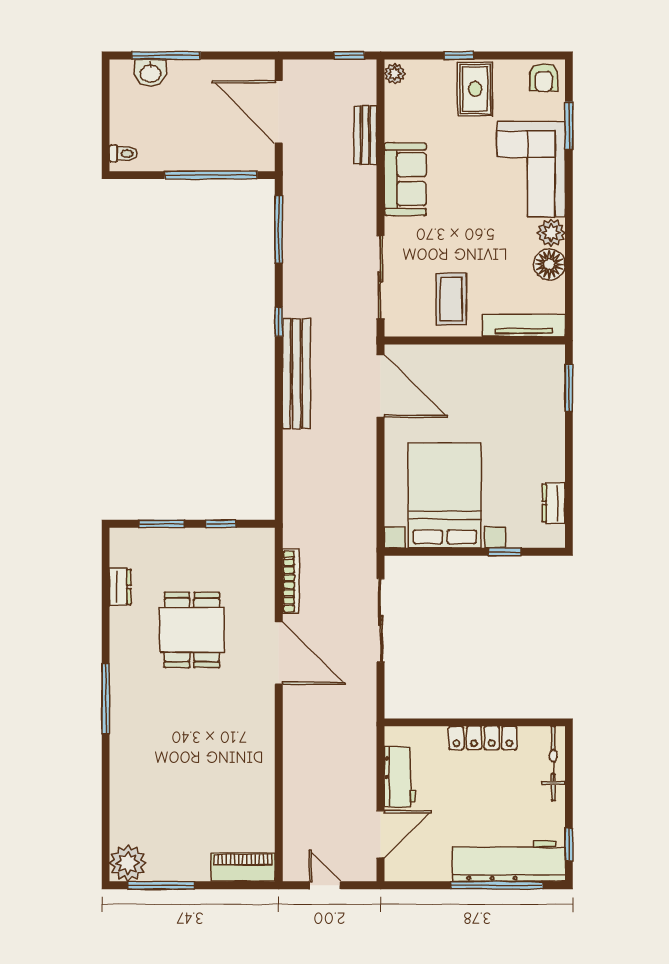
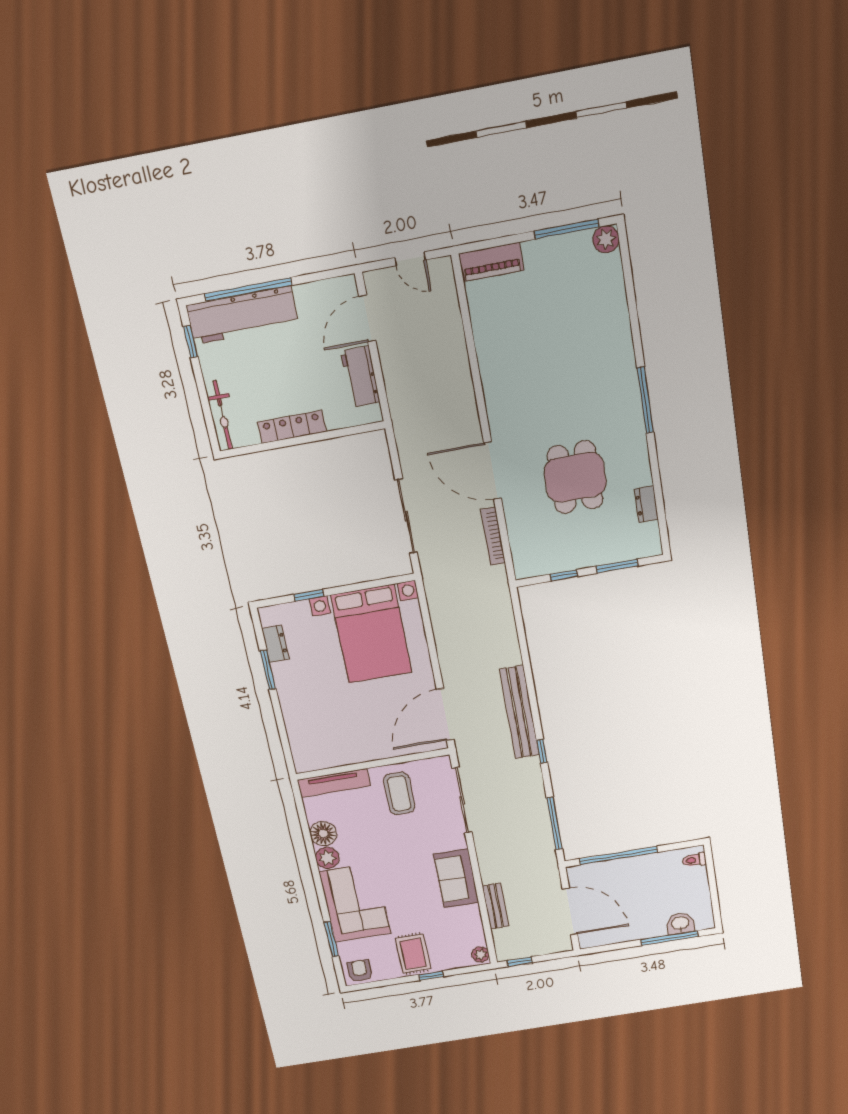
door: (381, 386) -> (445, 714), hinge flipped
window: (569, 388) -> (268, 670), moved
plant: (128, 863) -> (606, 239), width x0.73, depth x0.73

